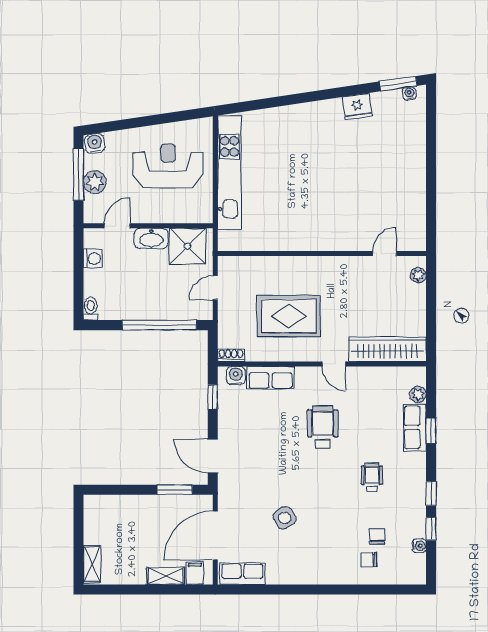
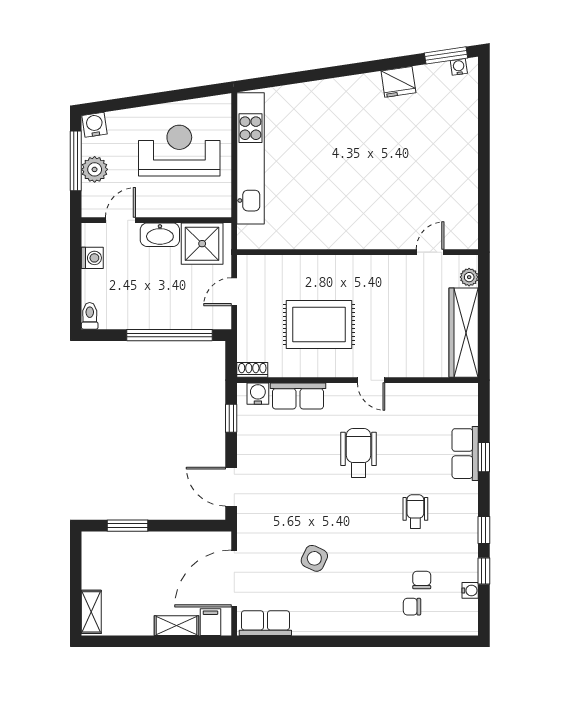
wardrobe: (388, 349) -> (464, 333), moved, turned -90
plant: (418, 394) -> (469, 415), removed
window: (175, 490) -> (127, 526), moved
side table: (285, 518) -> (314, 558), turned -33

